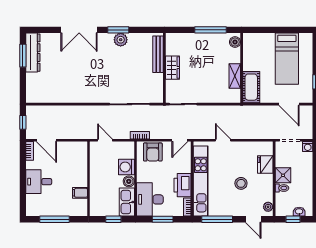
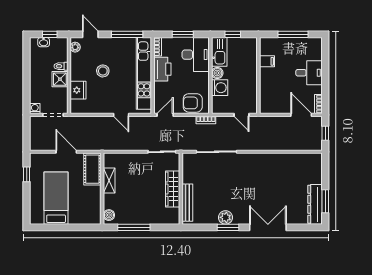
wardrobe: (173, 68) -> (173, 189), width x1.50
door: (289, 104) -> (66, 152), moved
armchair: (153, 152) -> (193, 103), turned -90

